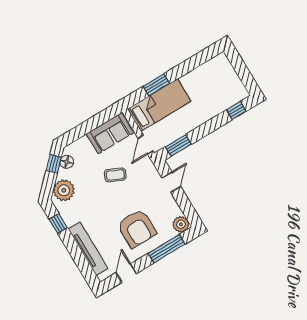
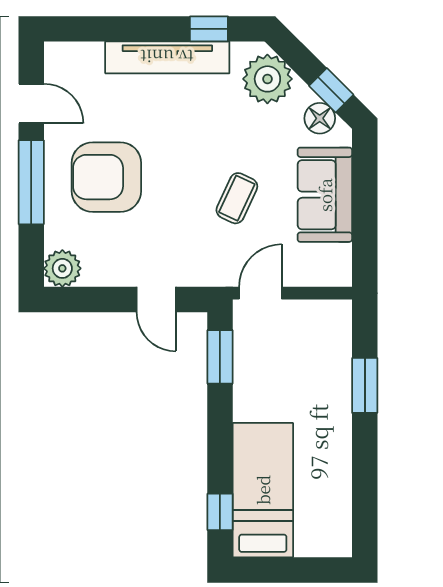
bed: (159, 105) -> (263, 490), moved, turned 180
sofa: (110, 133) -> (325, 195), moved
door: (145, 145) -> (260, 293), hinge flipped
tv unit: (88, 249) -> (167, 57), moved
window: (167, 249) -> (31, 182), moved

